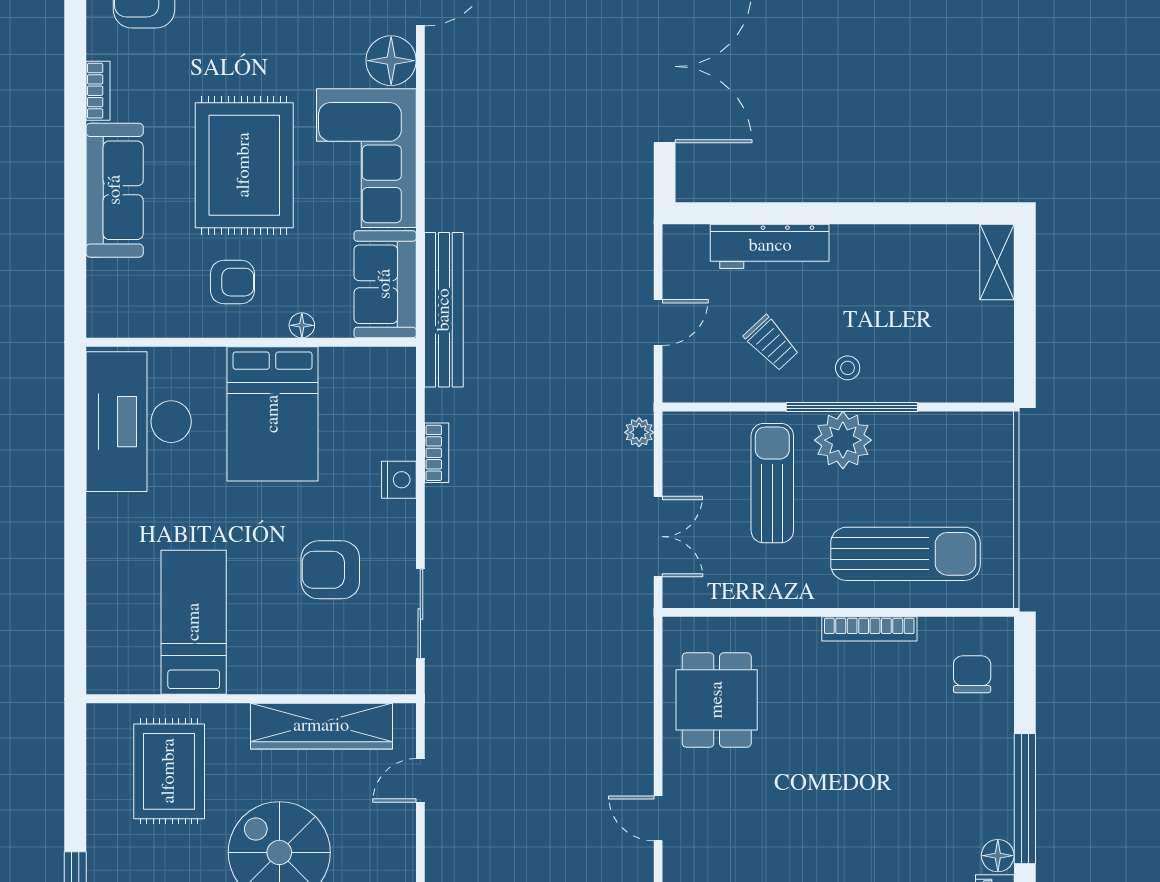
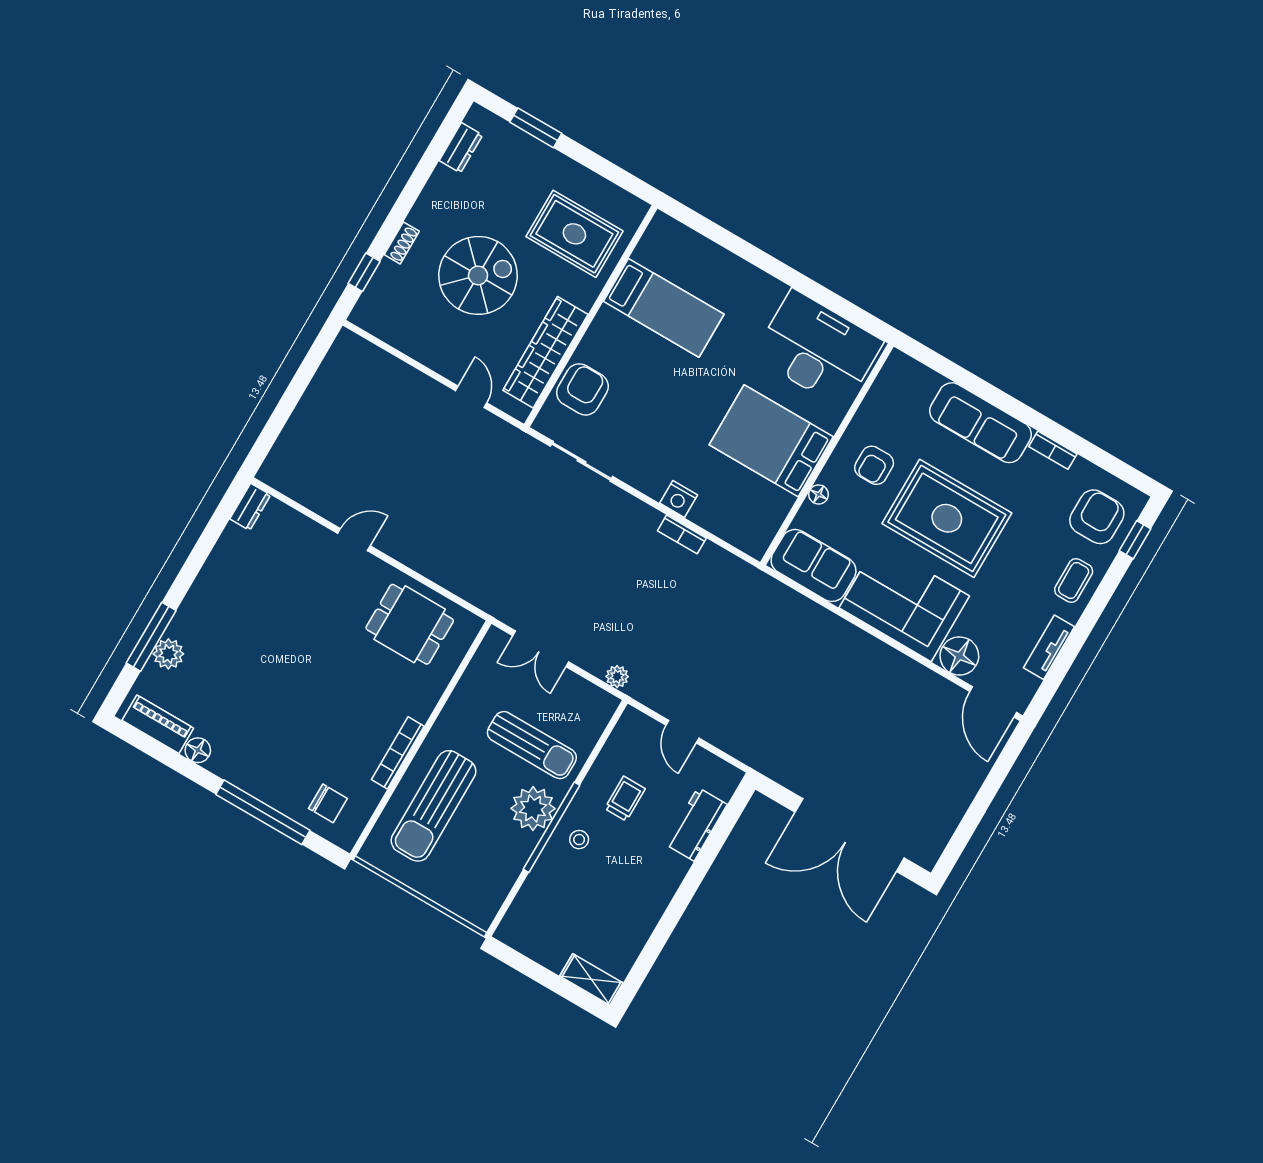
workbench: (770, 246) -> (696, 824), width x0.73
bench: (444, 310) -> (774, 595), removed
trolley: (771, 343) -> (625, 799), turned 133
armchair: (330, 570) -> (582, 389), moved
window: (1025, 799) -> (263, 812), moved

